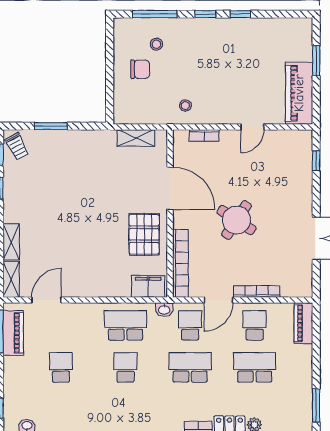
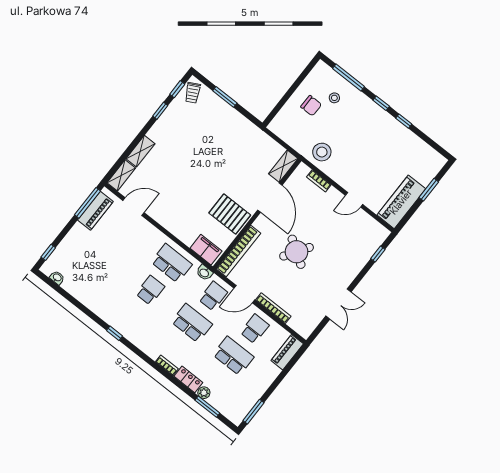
stool: (185, 106) -> (322, 152), width x1.89, depth x1.89
shelving: (136, 138) -> (283, 166), moved, turned 90
pallet: (144, 234) -> (230, 214), turned 90
school desk: (61, 367) -> (109, 257), removed

